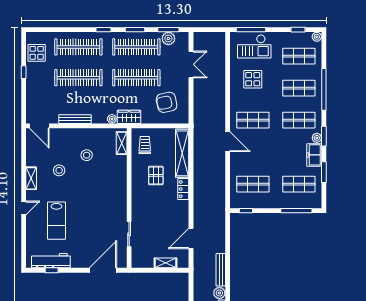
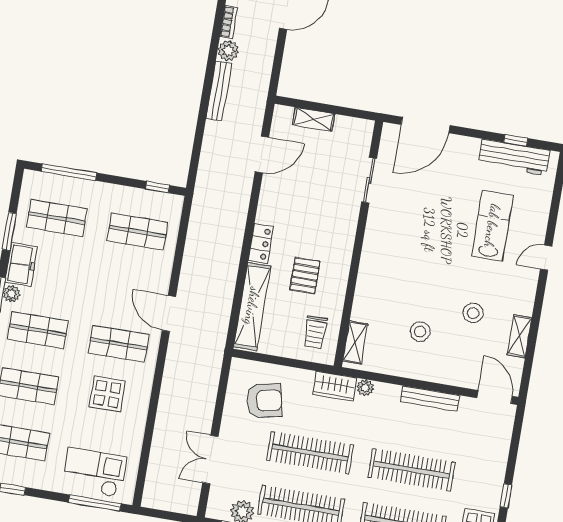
display table: (253, 79) -> (107, 394), moved
shelving: (31, 178) -> (519, 336), moved

